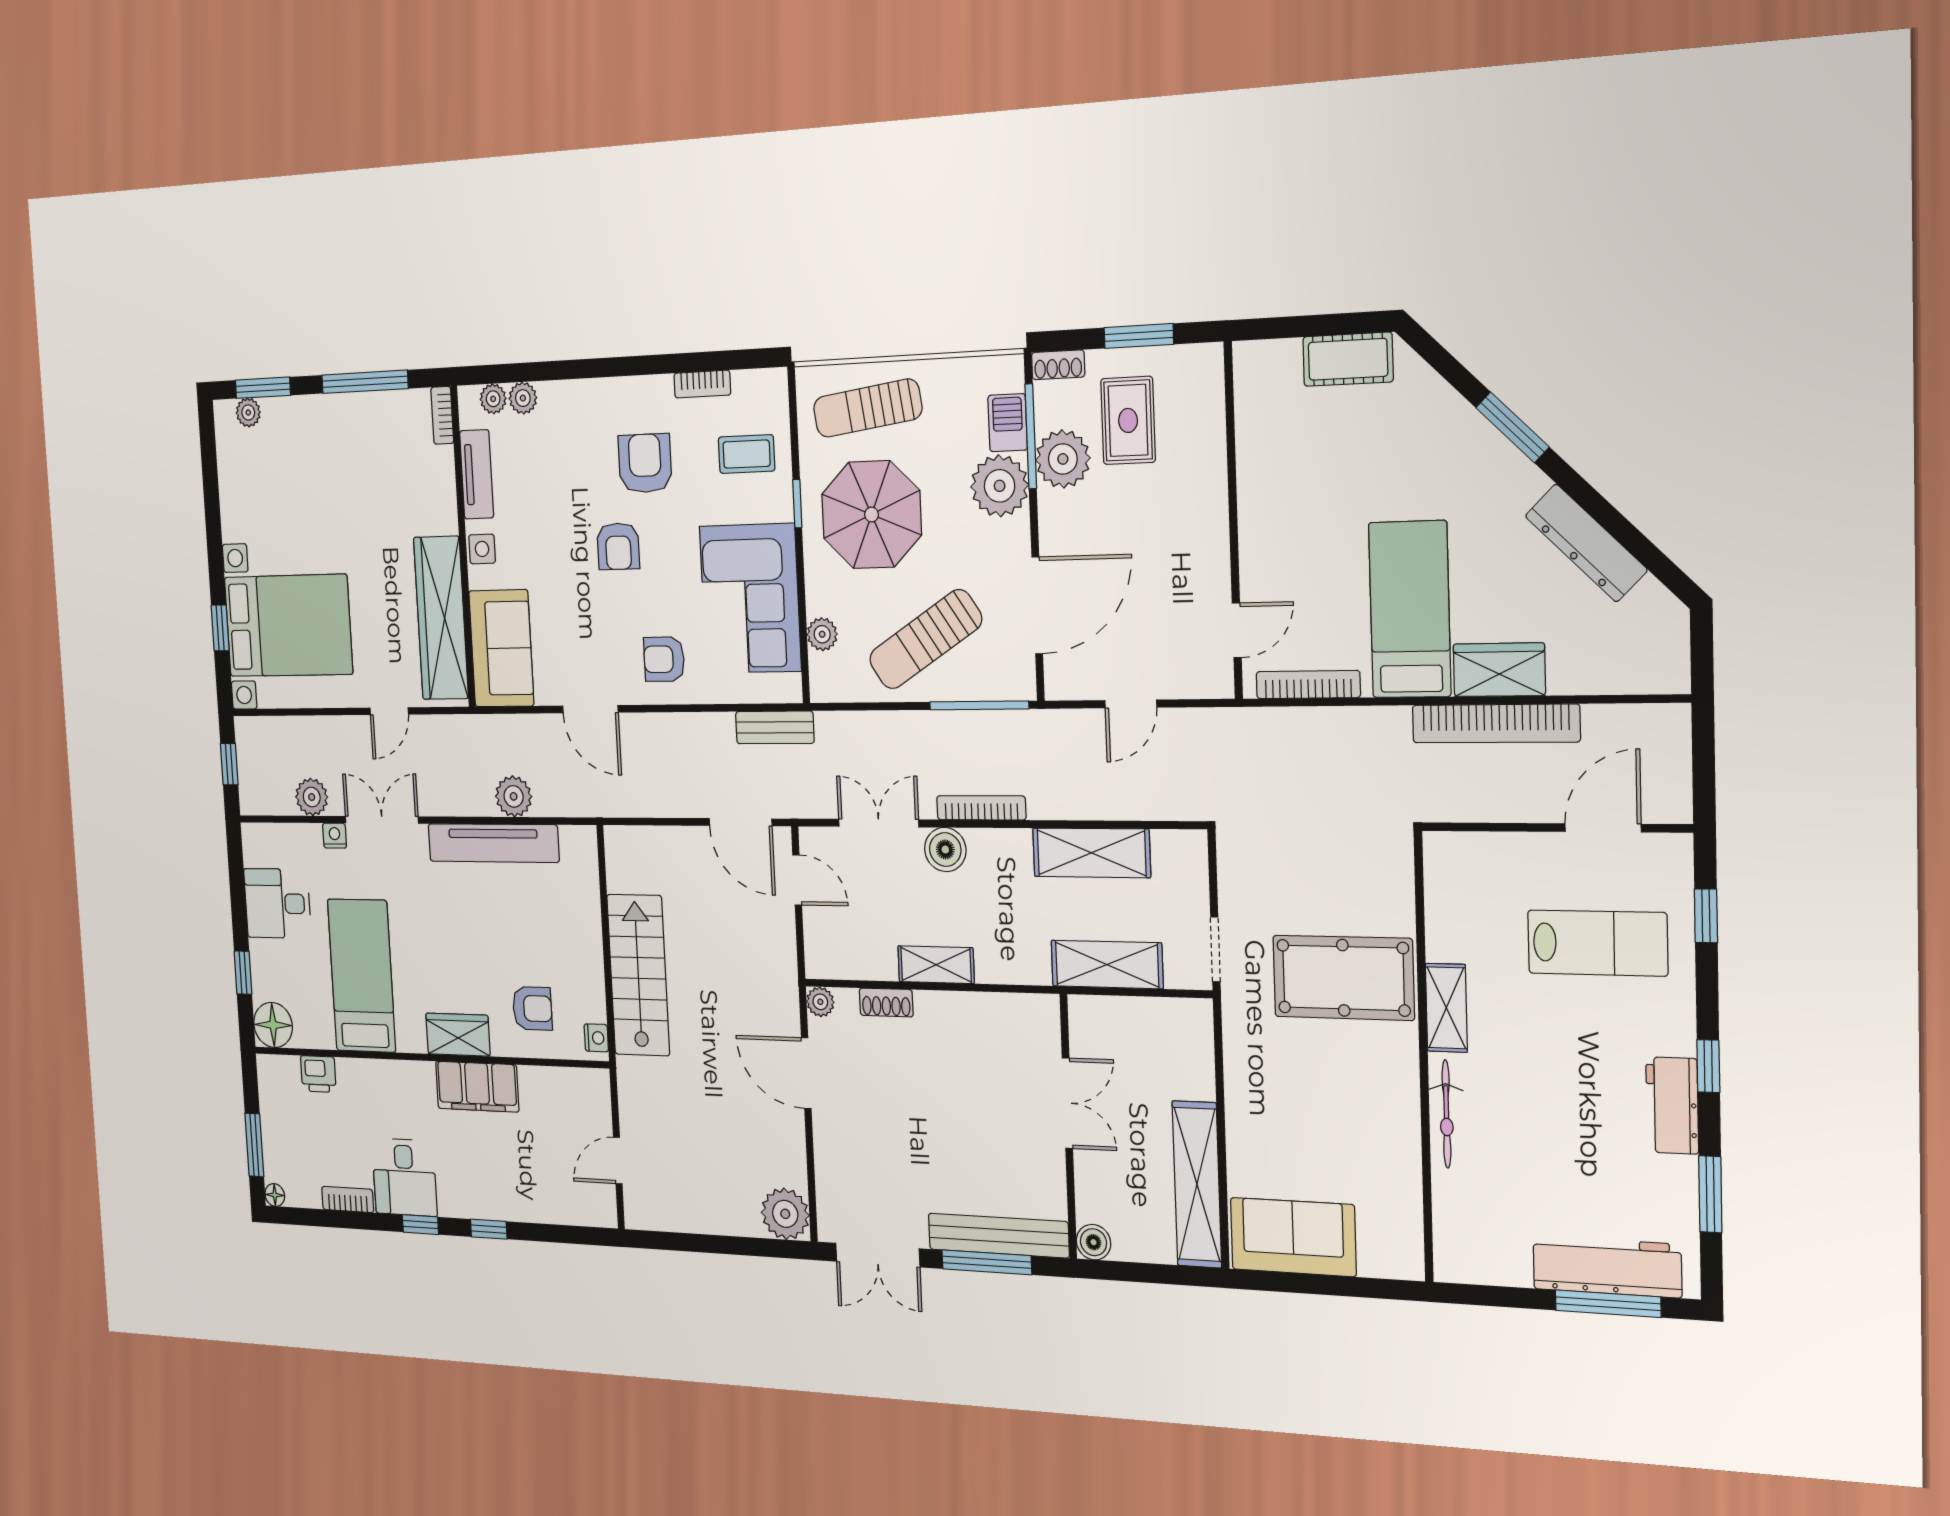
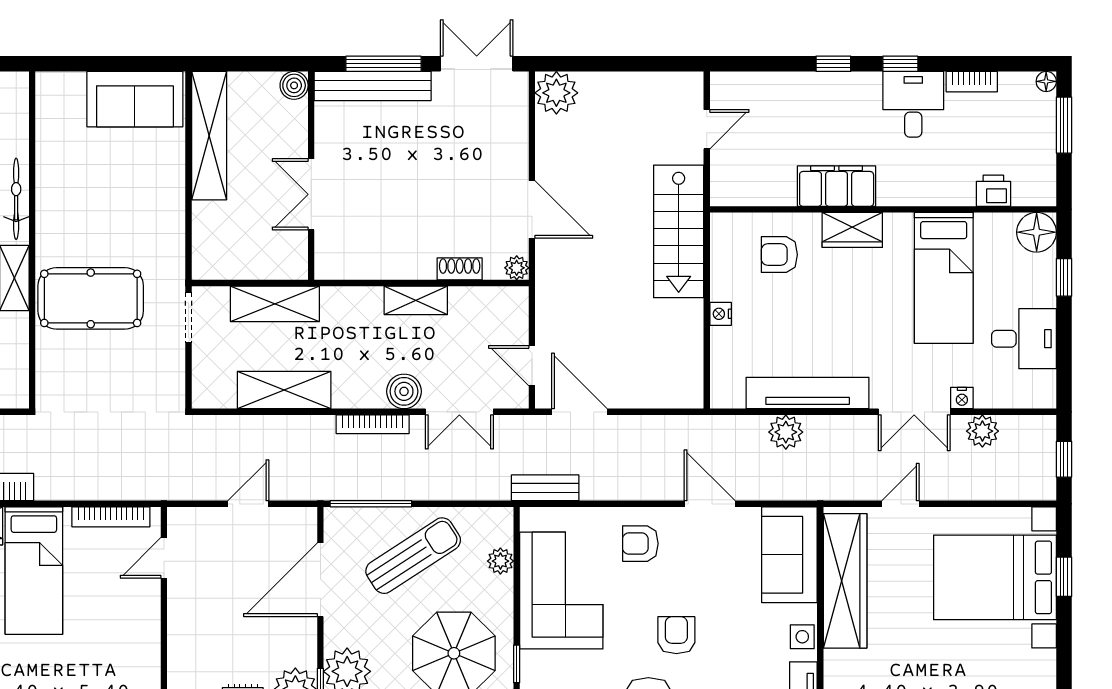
armchair: (664, 659) -> (640, 544), turned 180
stairs: (638, 975) -> (679, 231), moved
nightstand: (596, 1038) -> (721, 314), moved

